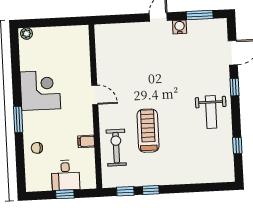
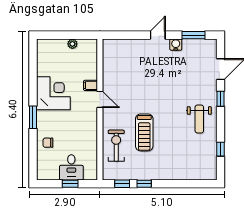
plant: (27, 34) -> (72, 44), moved
treadmill: (148, 131) -> (144, 132), turned 180
filing cabinet: (86, 141) -> (91, 85), moved

